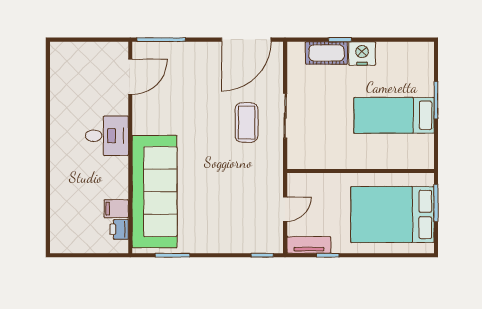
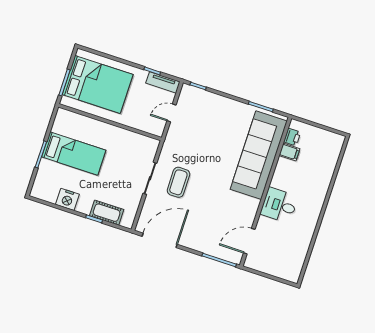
nightstand: (362, 53) -> (67, 199), moved

